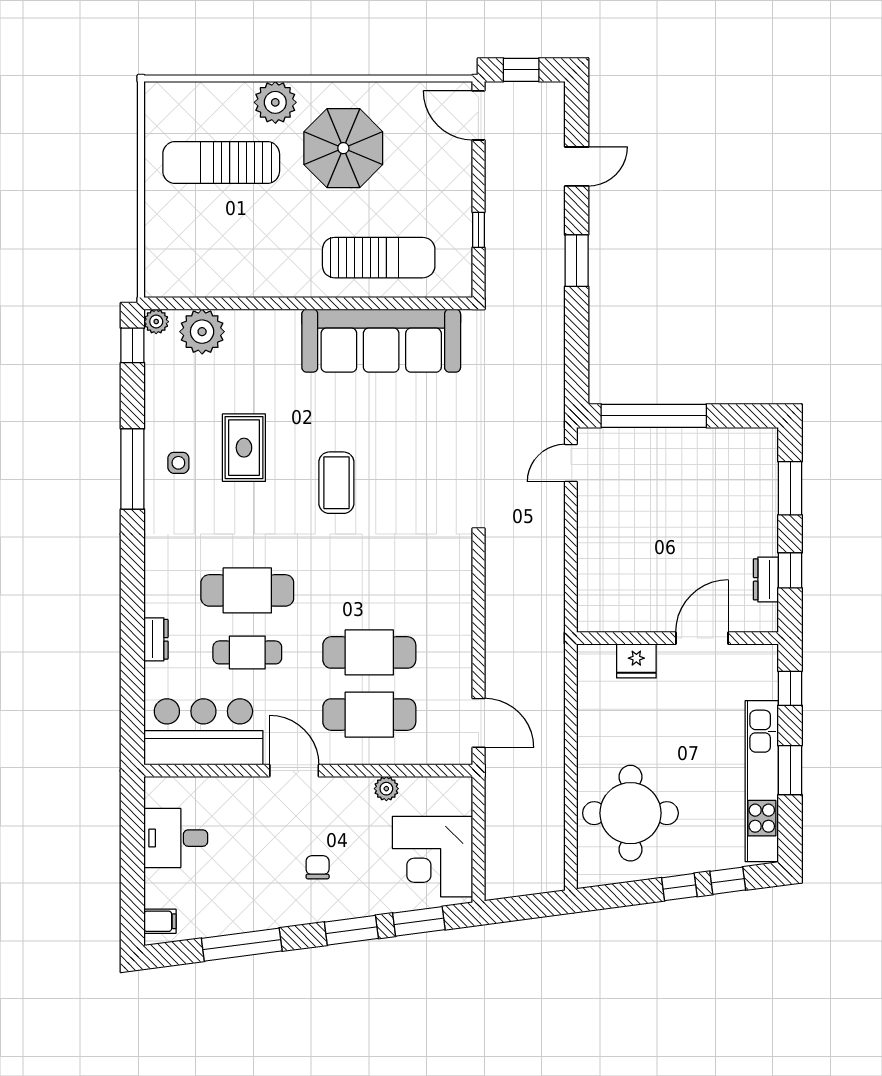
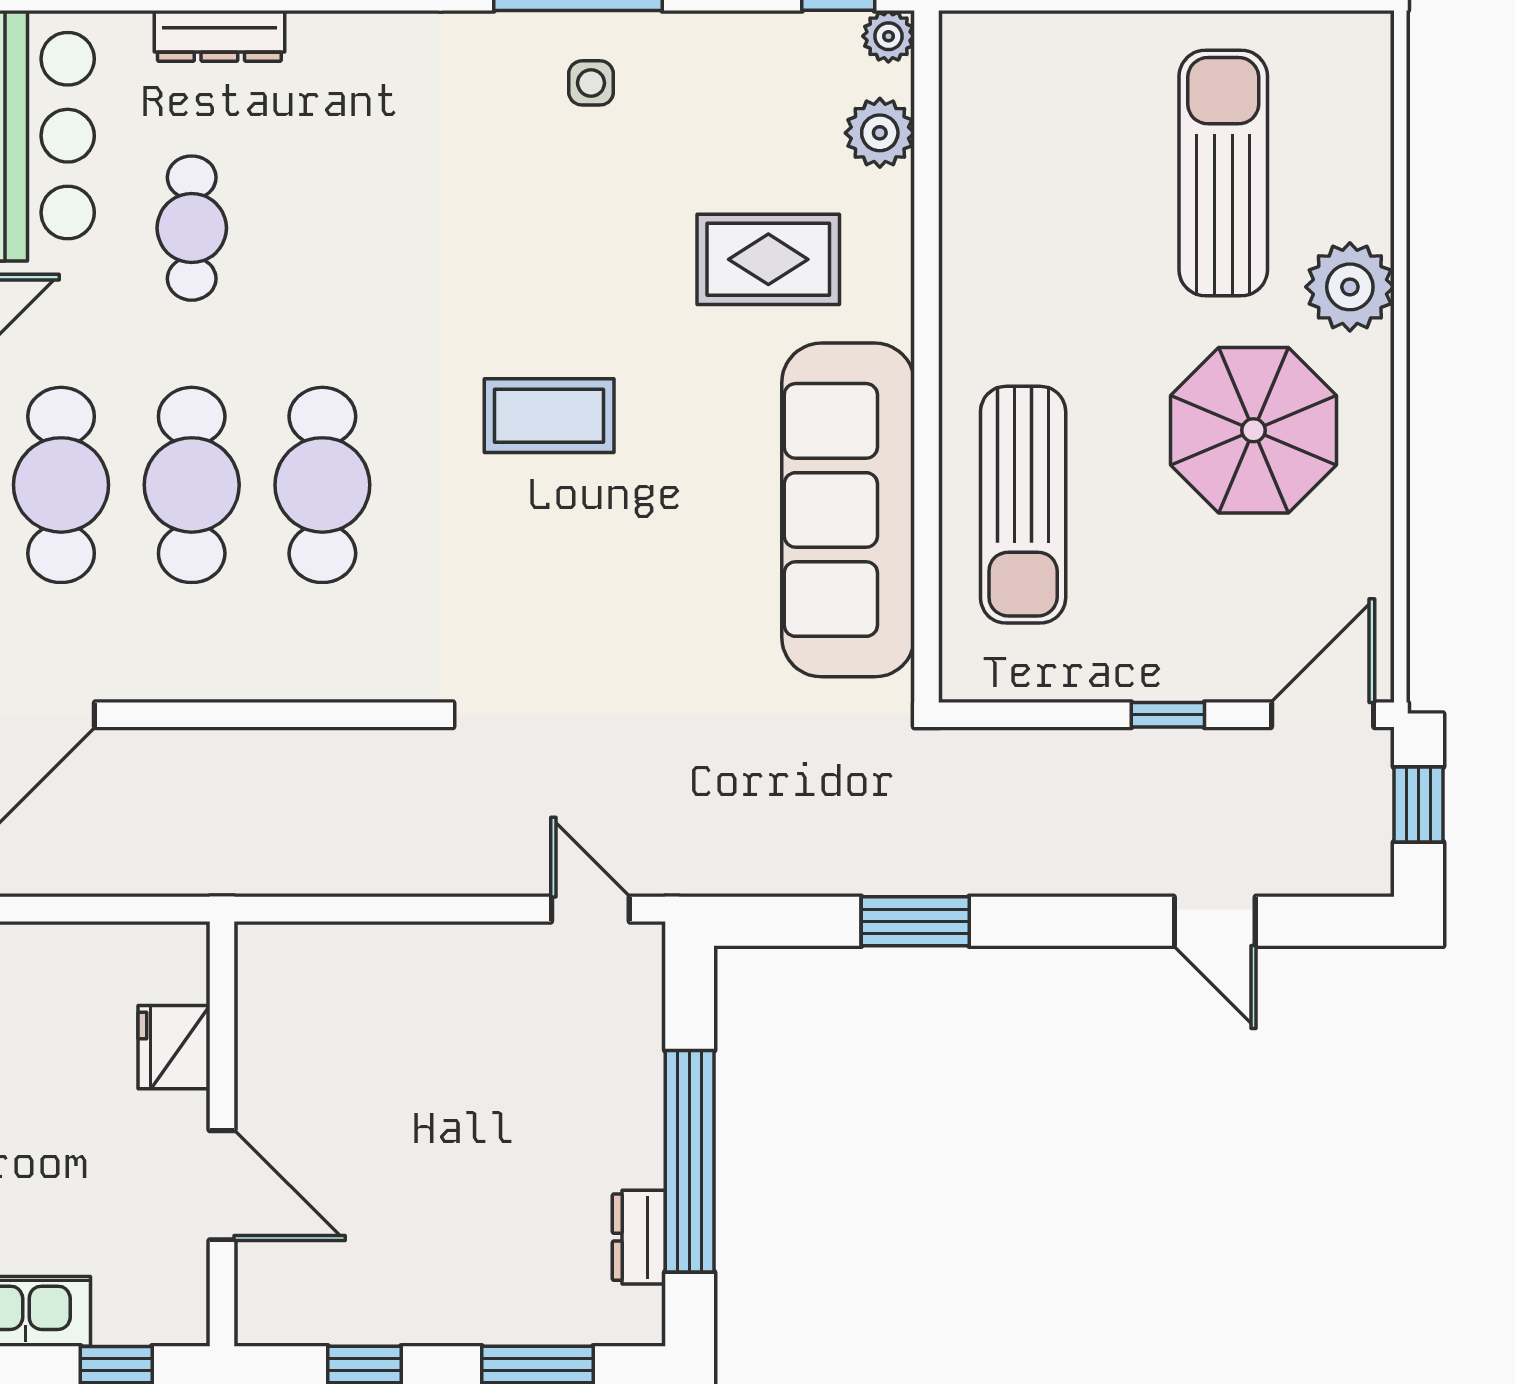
window: (478, 230) -> (1168, 715), moved
window: (577, 261) -> (915, 921), moved
plant: (202, 332) -> (880, 133), width x0.73, depth x0.73
window: (654, 416) -> (690, 1161), moved
rug: (244, 448) -> (768, 259), moved
dresser: (766, 579) -> (639, 1237), moved, turned -90
cafe table: (247, 590) -> (322, 485), moved
dresser: (156, 639) -> (219, 36), width x1.44

